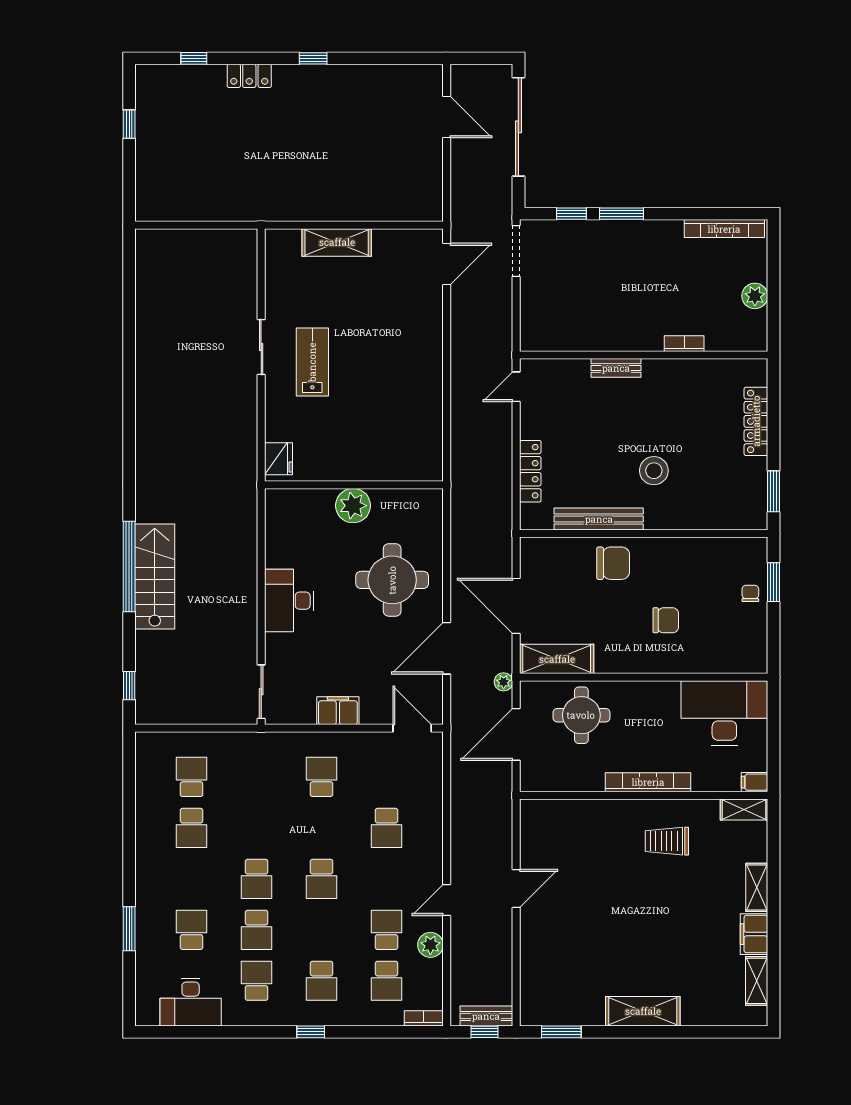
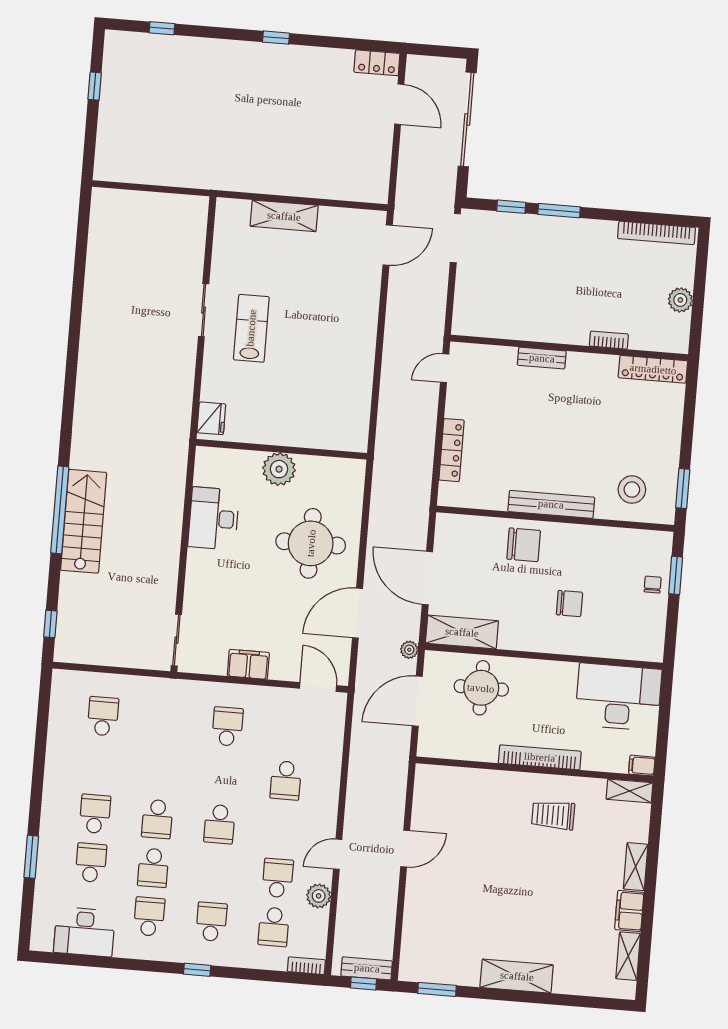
locker: (249, 76) -> (377, 63), moved
locker: (756, 421) -> (653, 369), moved, turned -90
stool: (654, 471) -> (632, 490), moved
bench: (599, 519) -> (551, 504), moved
desk: (289, 601) -> (214, 518), moved
school desk: (192, 828) -> (95, 814), moved, turned 180
school desk: (322, 981) -> (211, 922), turned 180

